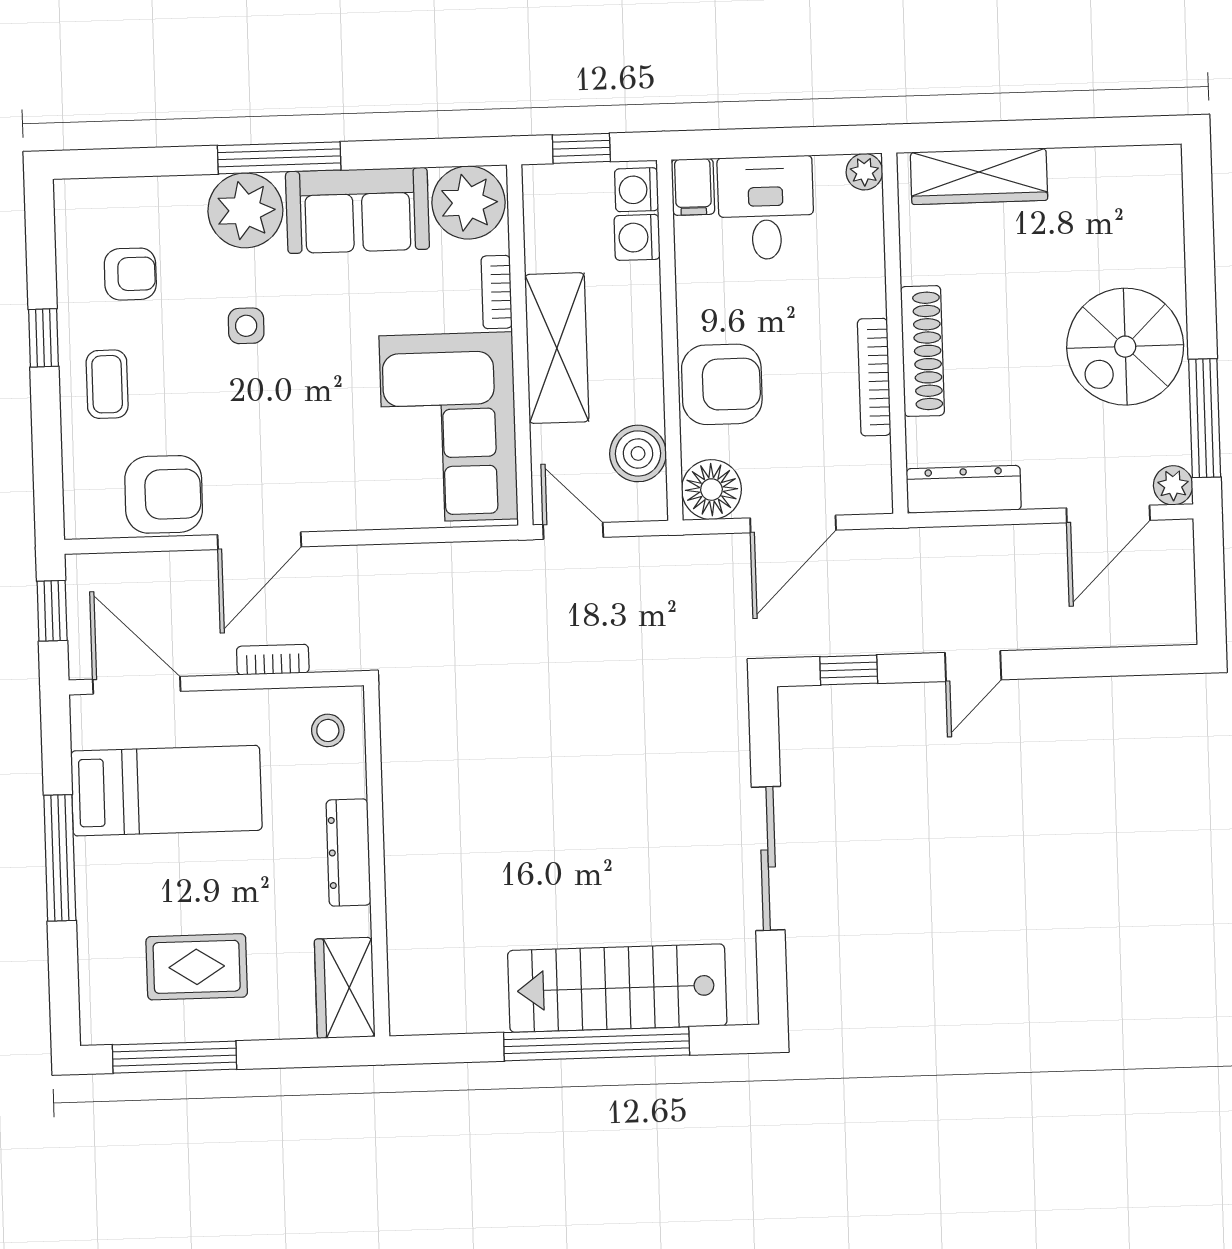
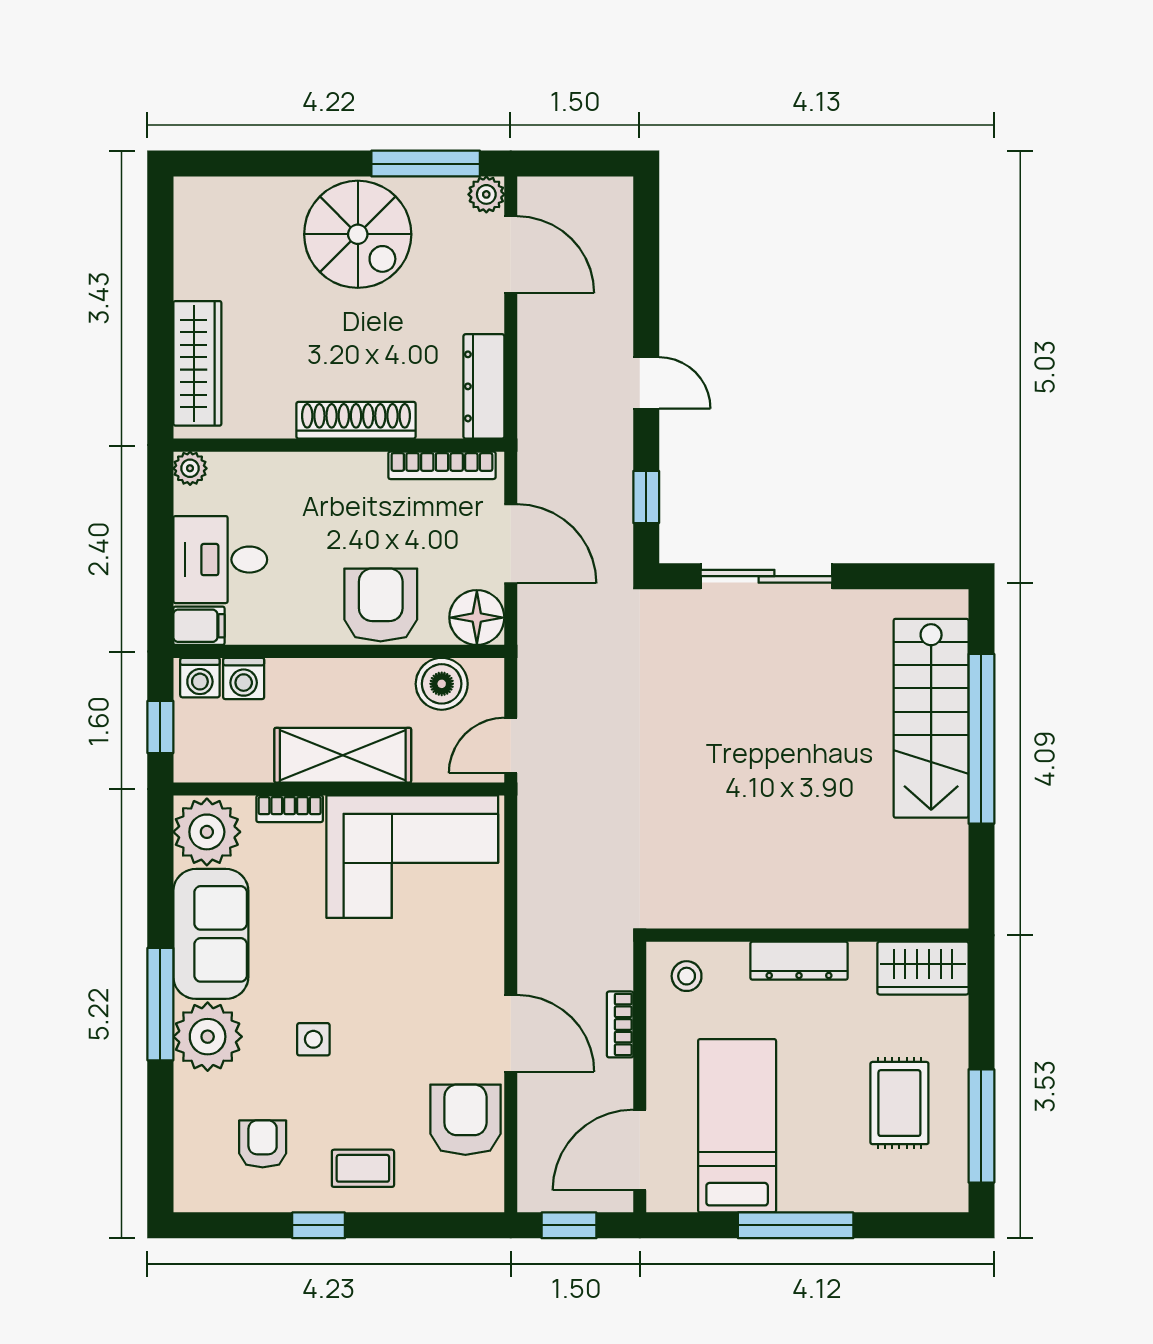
bookcase: (874, 377) -> (442, 465), moved
sliding door: (768, 858) -> (766, 576), moved

